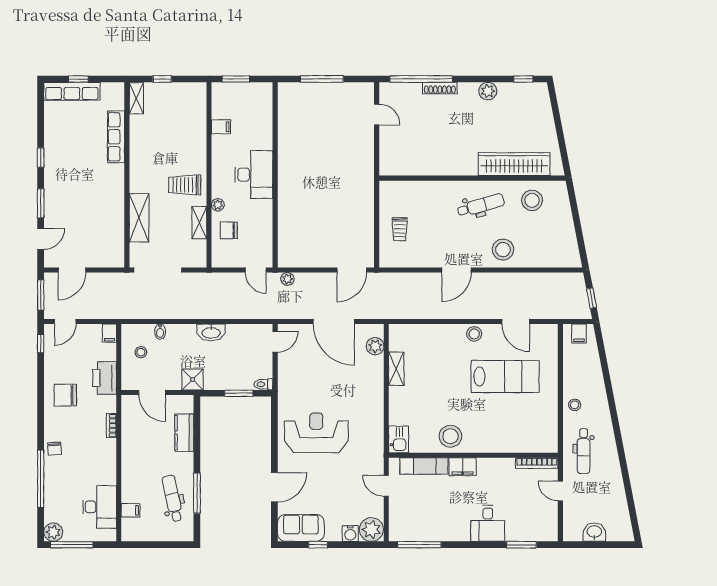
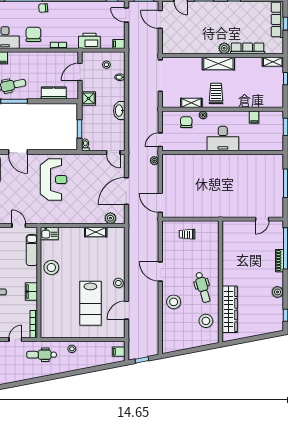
plant: (116, 172) -> (224, 48), added
shelving: (139, 218) -> (218, 63), moved
chair: (65, 395) -> (33, 34), moved
filing cabinet: (463, 467) -> (31, 292), moved
door: (386, 486) -> (19, 225), hinge flipped

